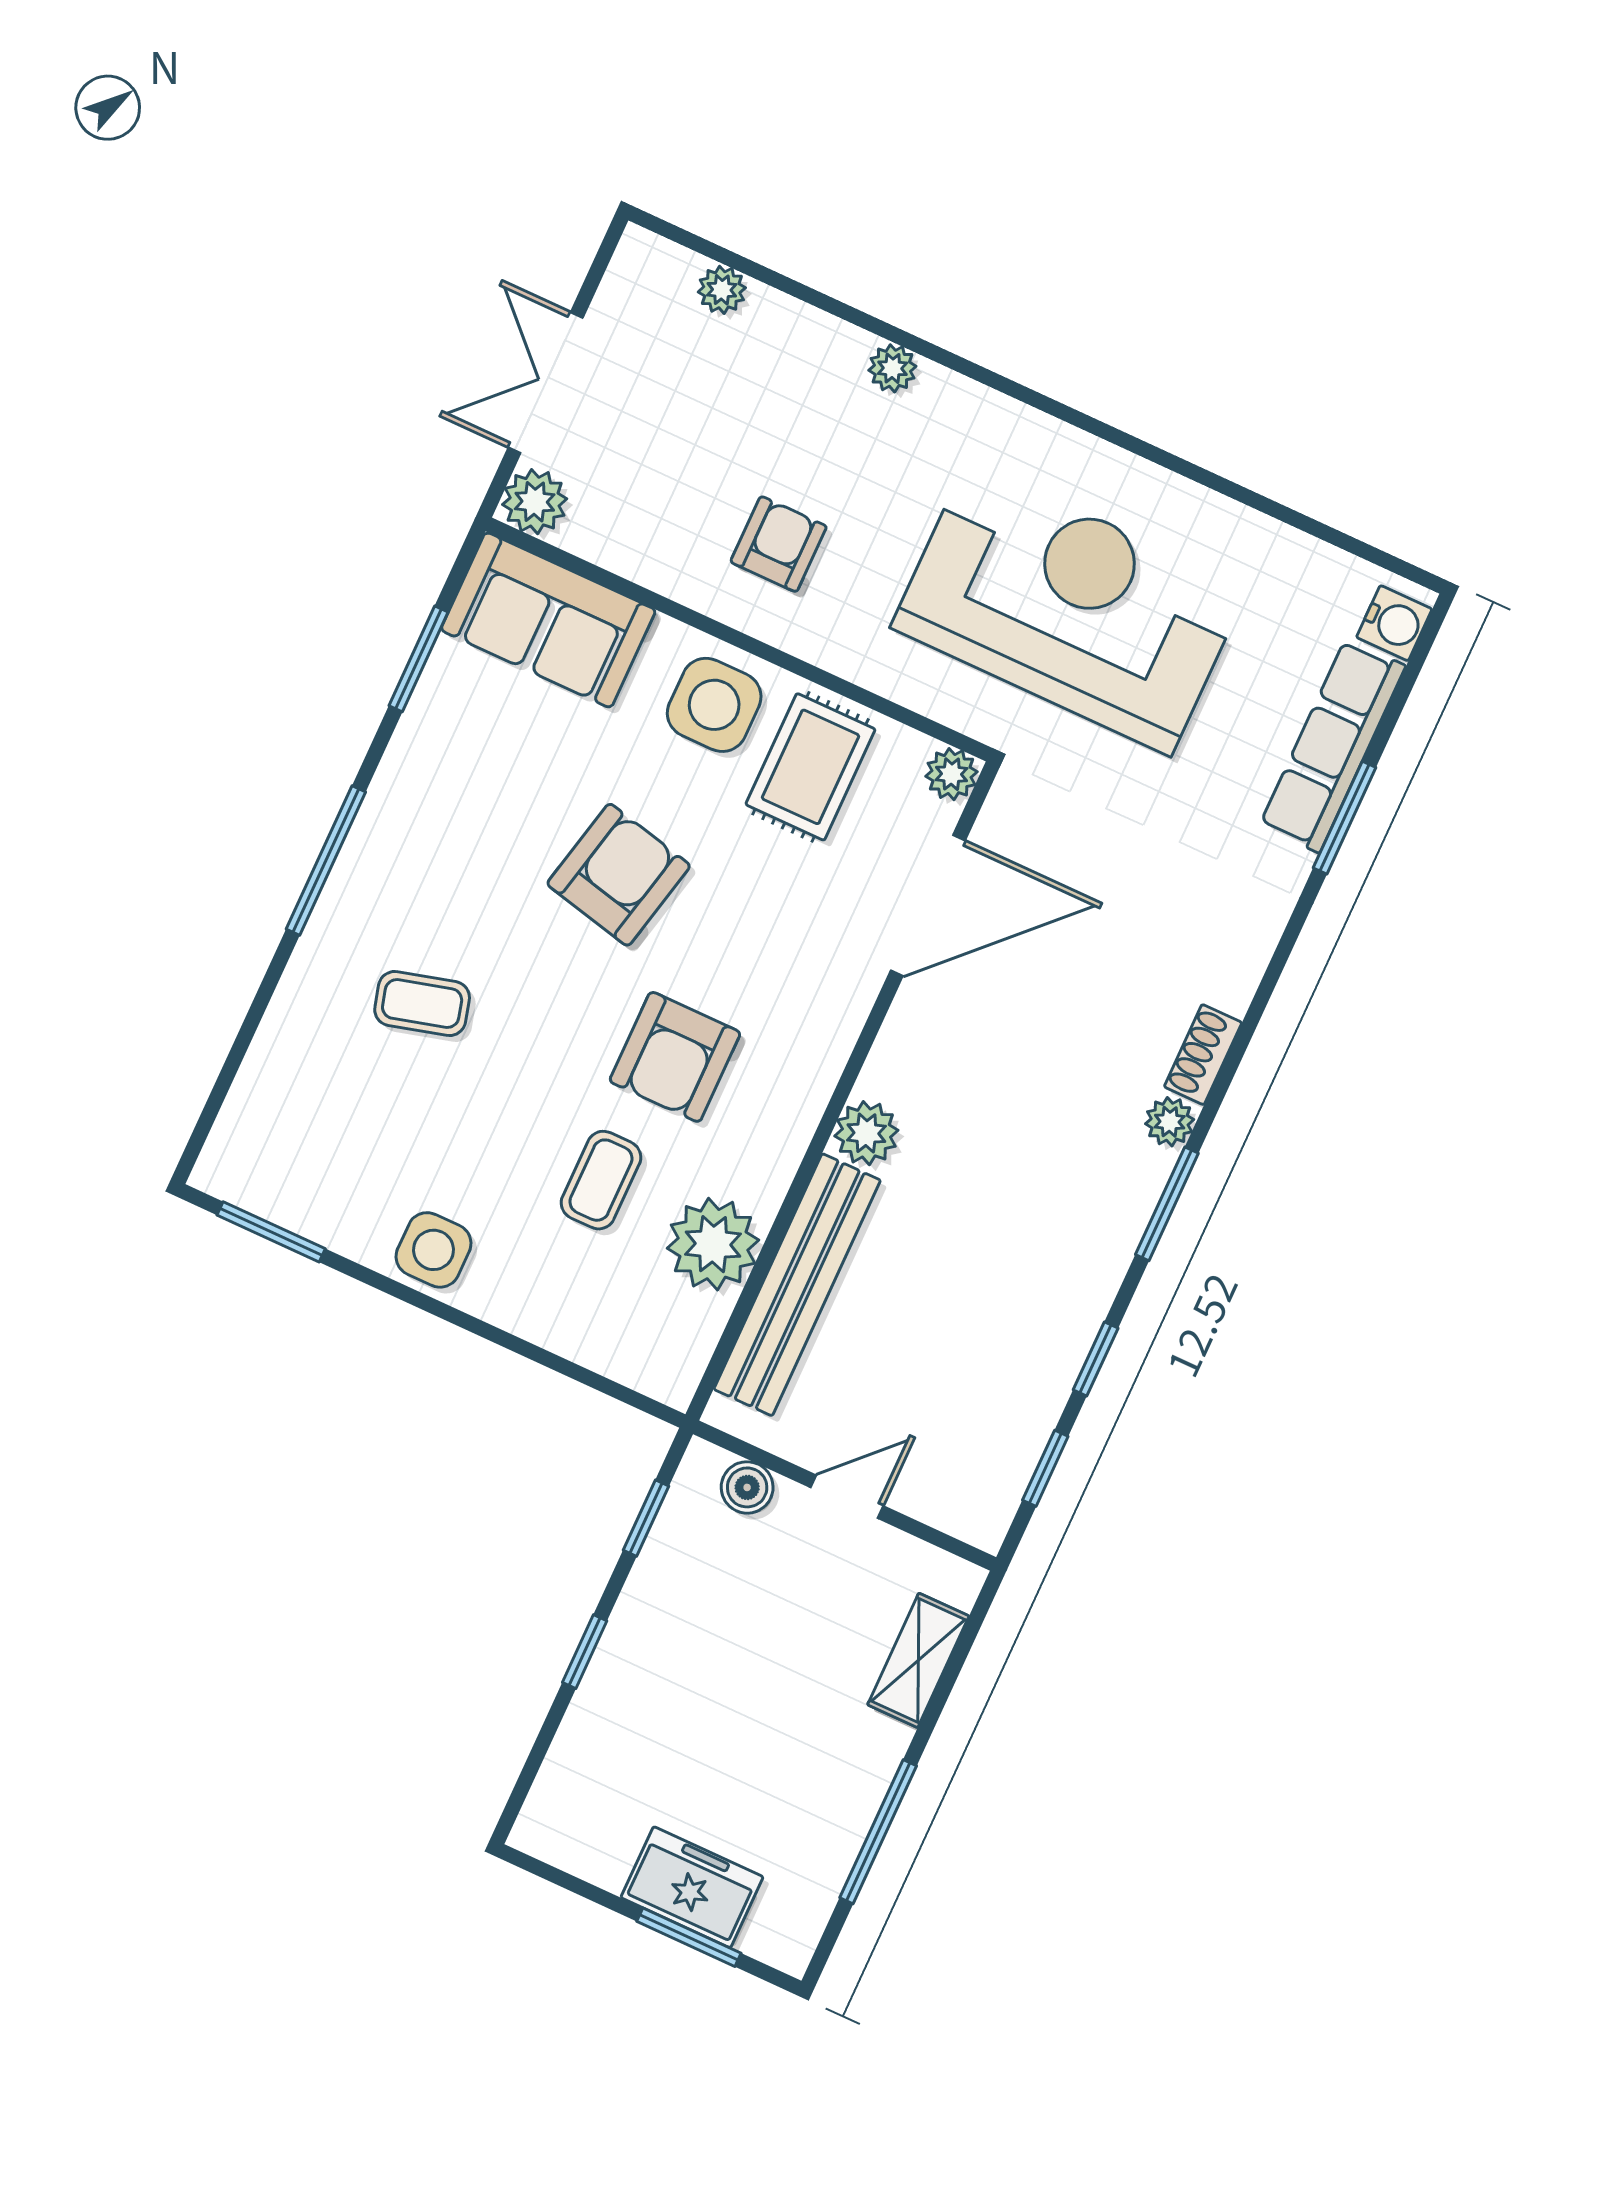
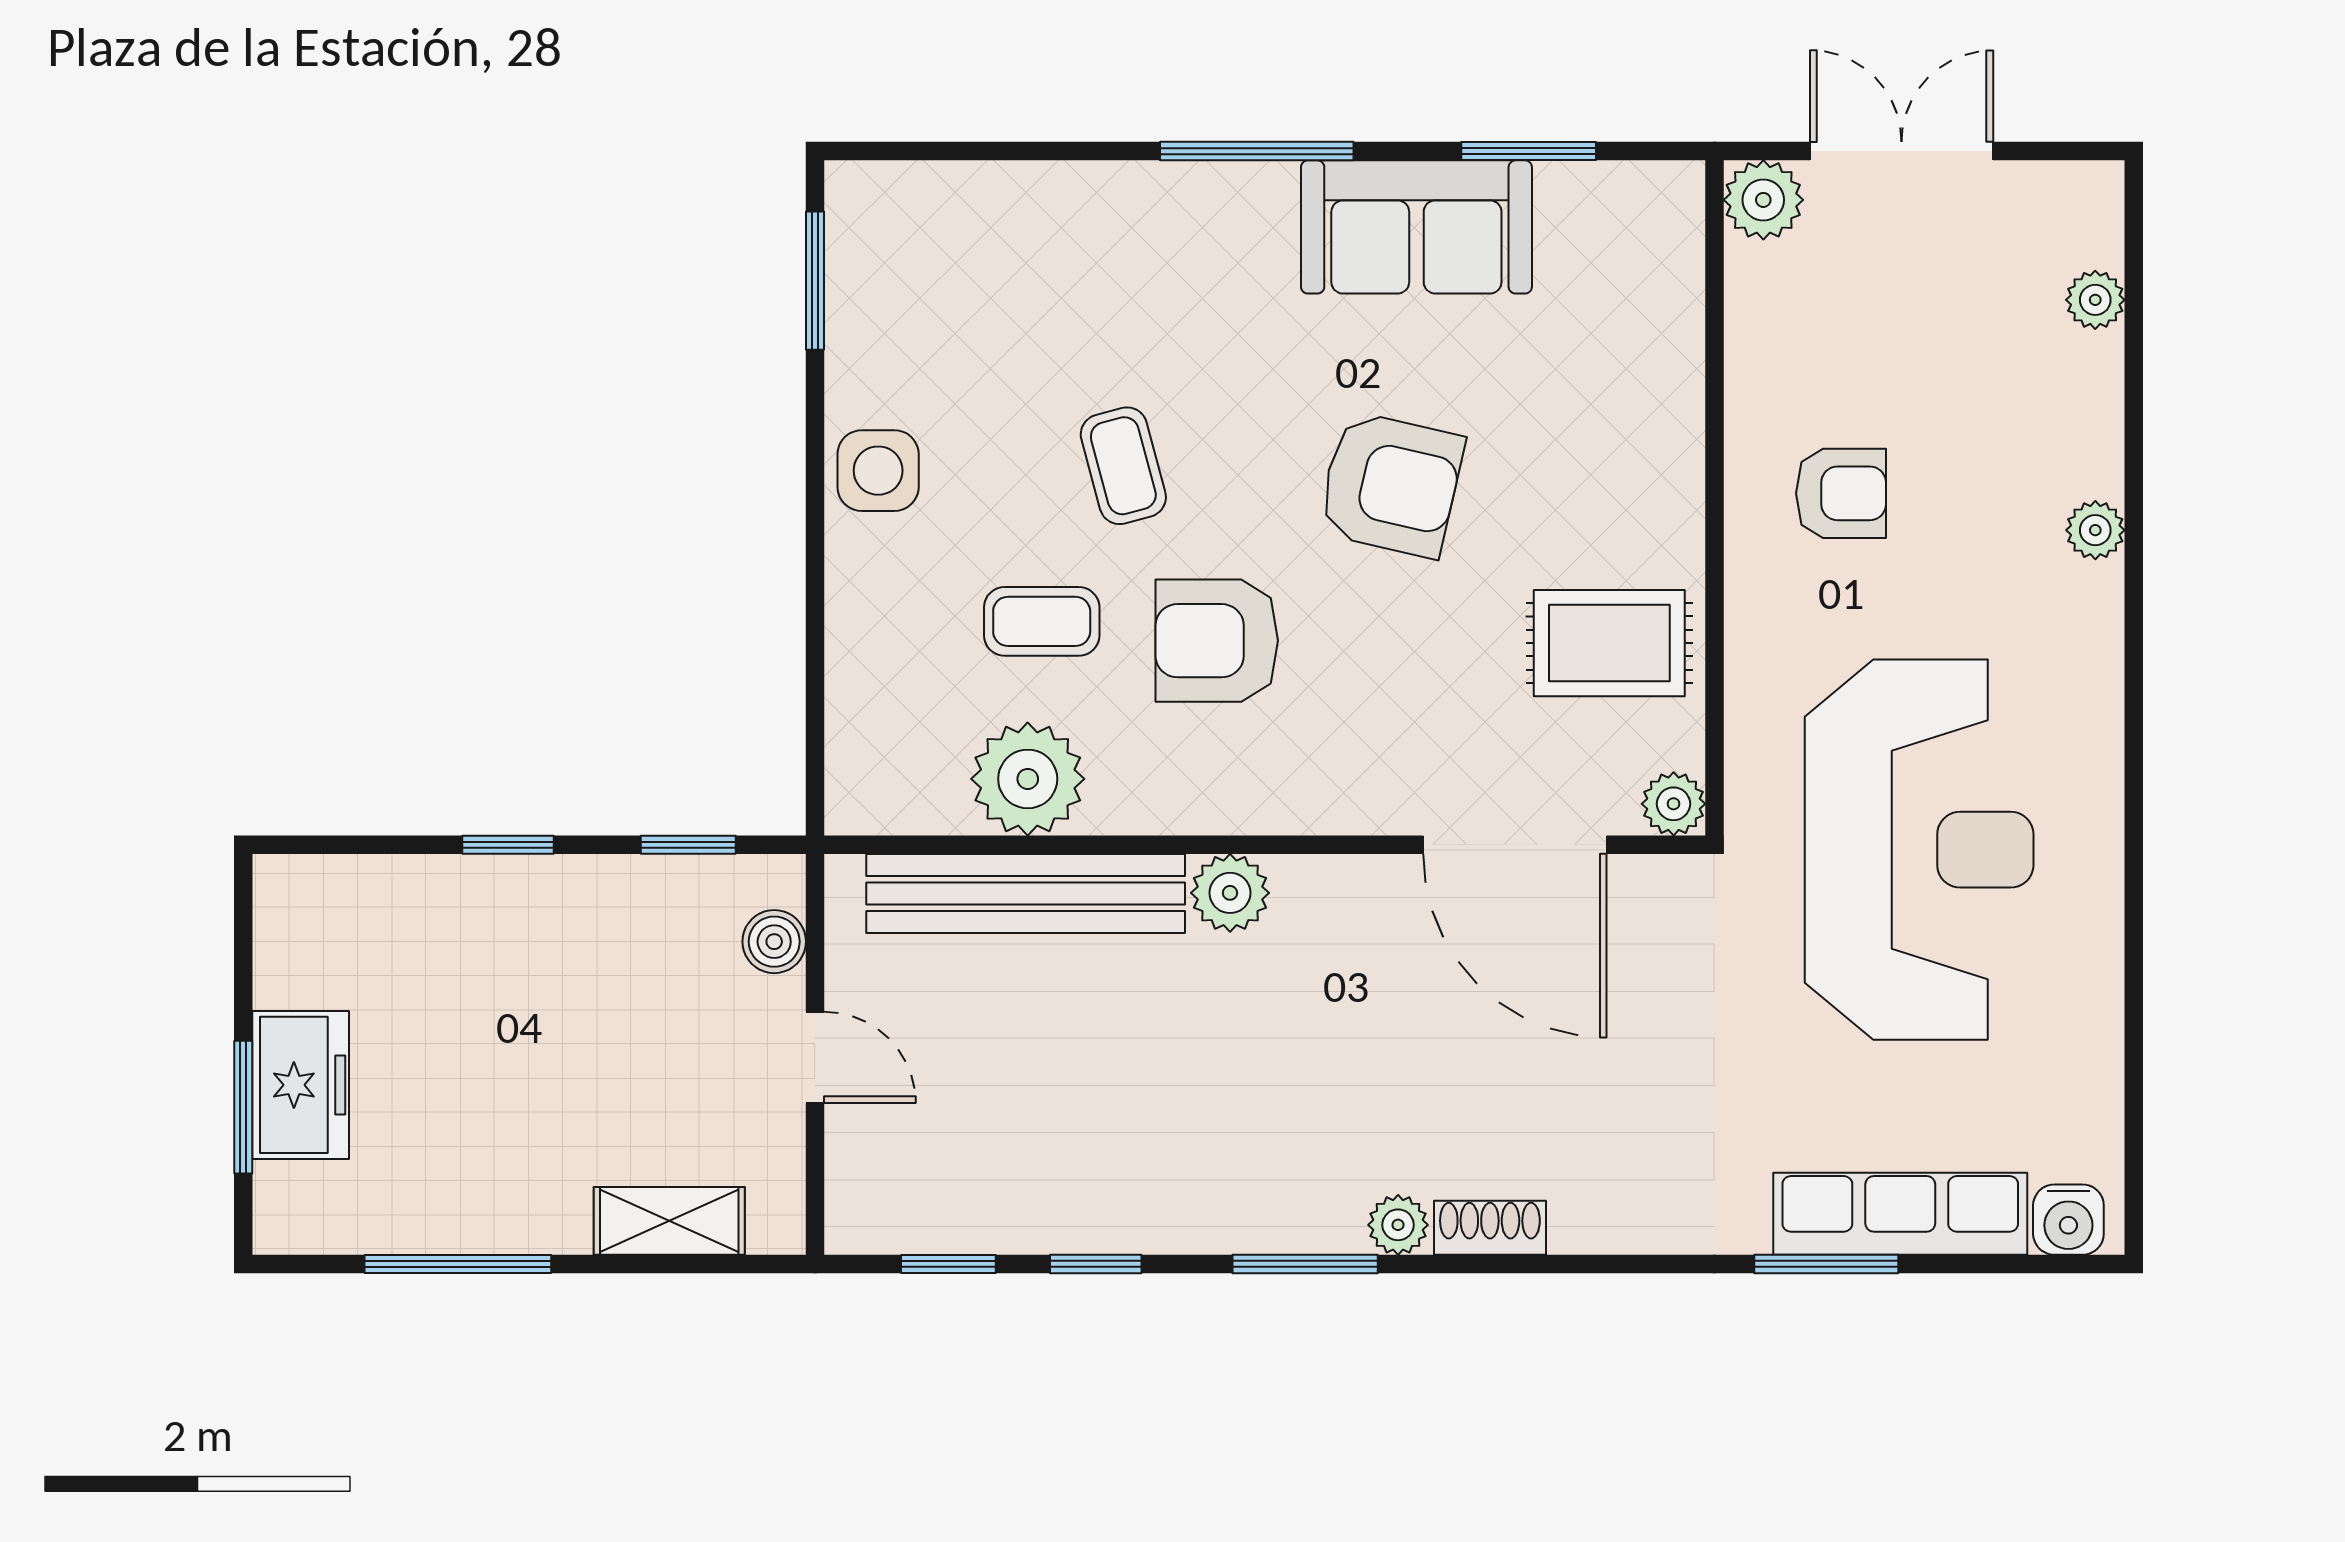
sofa: (548, 620) -> (1416, 227), moved, turned -90
side table: (714, 705) -> (1629, 504), removed
coffee table: (422, 1004) -> (1123, 466), moved

